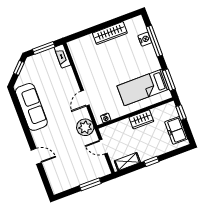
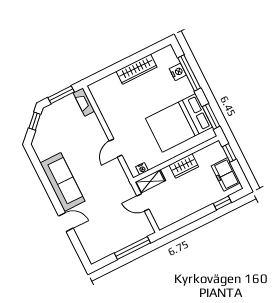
bed: (143, 87) -> (179, 123), width x1.50
sofa: (31, 107) -> (62, 182), moved
plant: (85, 127) -> (119, 182), removed
window: (152, 161) -> (222, 203), moved
shelving: (127, 162) -> (150, 181), moved
window: (90, 184) -> (132, 248), width x1.44

